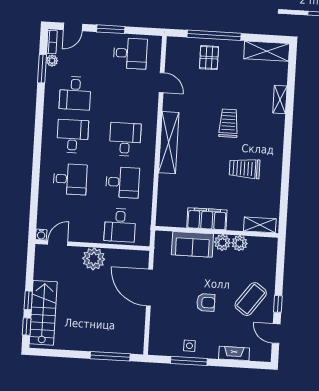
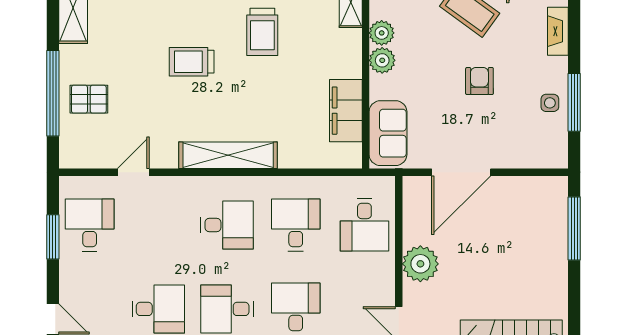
window: (111, 29) -> (53, 237), moved
desk: (125, 139) -> (227, 225), turned 180
filing cabinet: (207, 219) -> (346, 111), moved
desk: (120, 225) -> (364, 225), turned 90
sofa: (192, 244) -> (388, 133), moved

